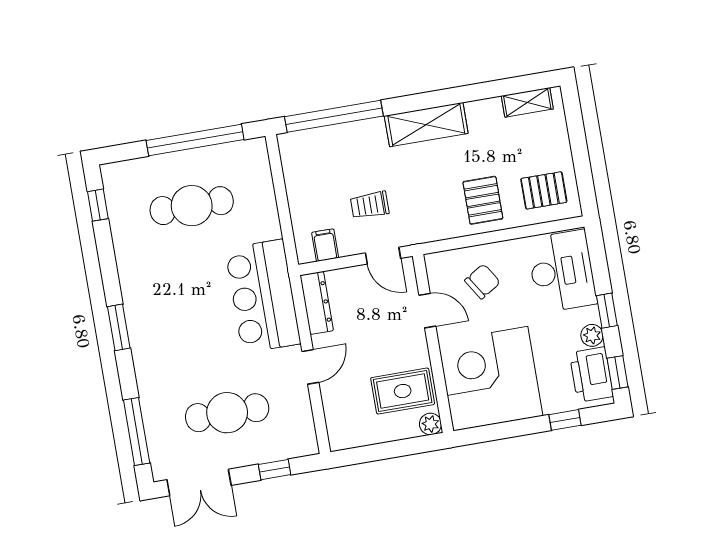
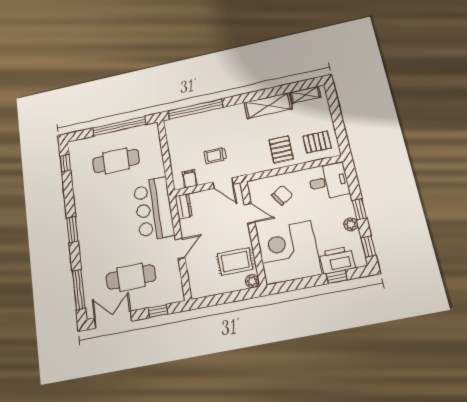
shelving: (426, 125) -> (268, 106), moved
desk: (562, 271) -> (329, 181), width x0.73
dresser: (317, 303) -> (184, 206), width x0.70
printer: (591, 375) -> (337, 260), moved, turned 90
double door: (199, 483) -> (113, 320), swing flipped

